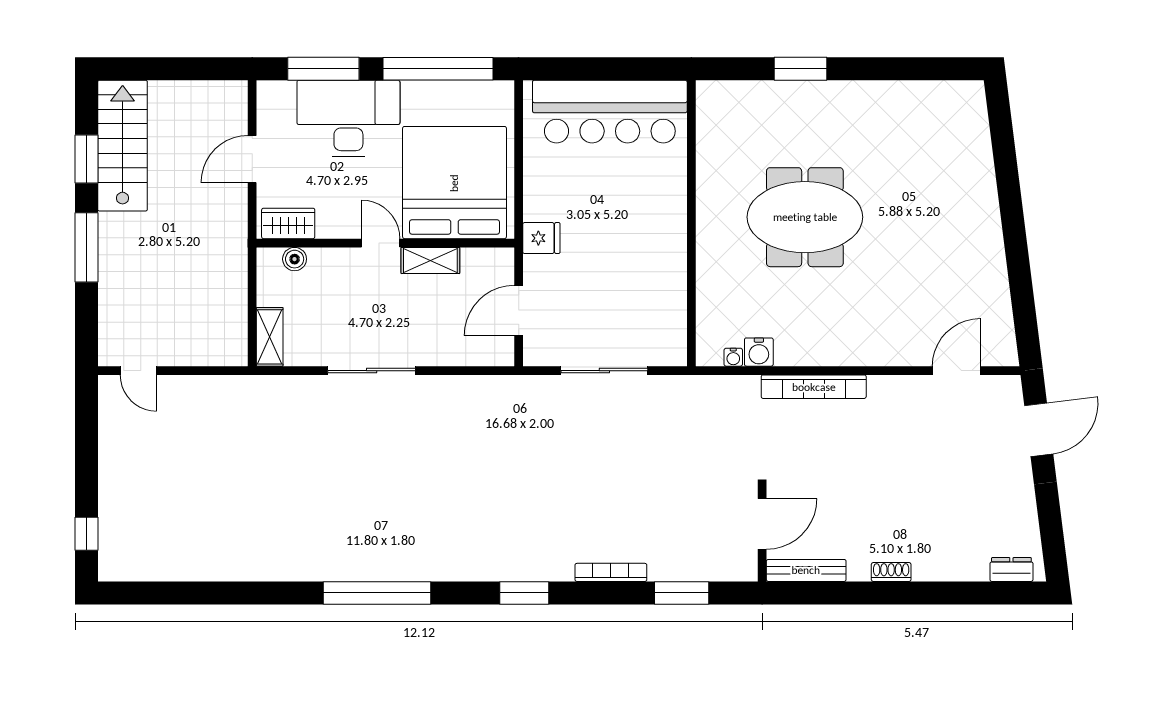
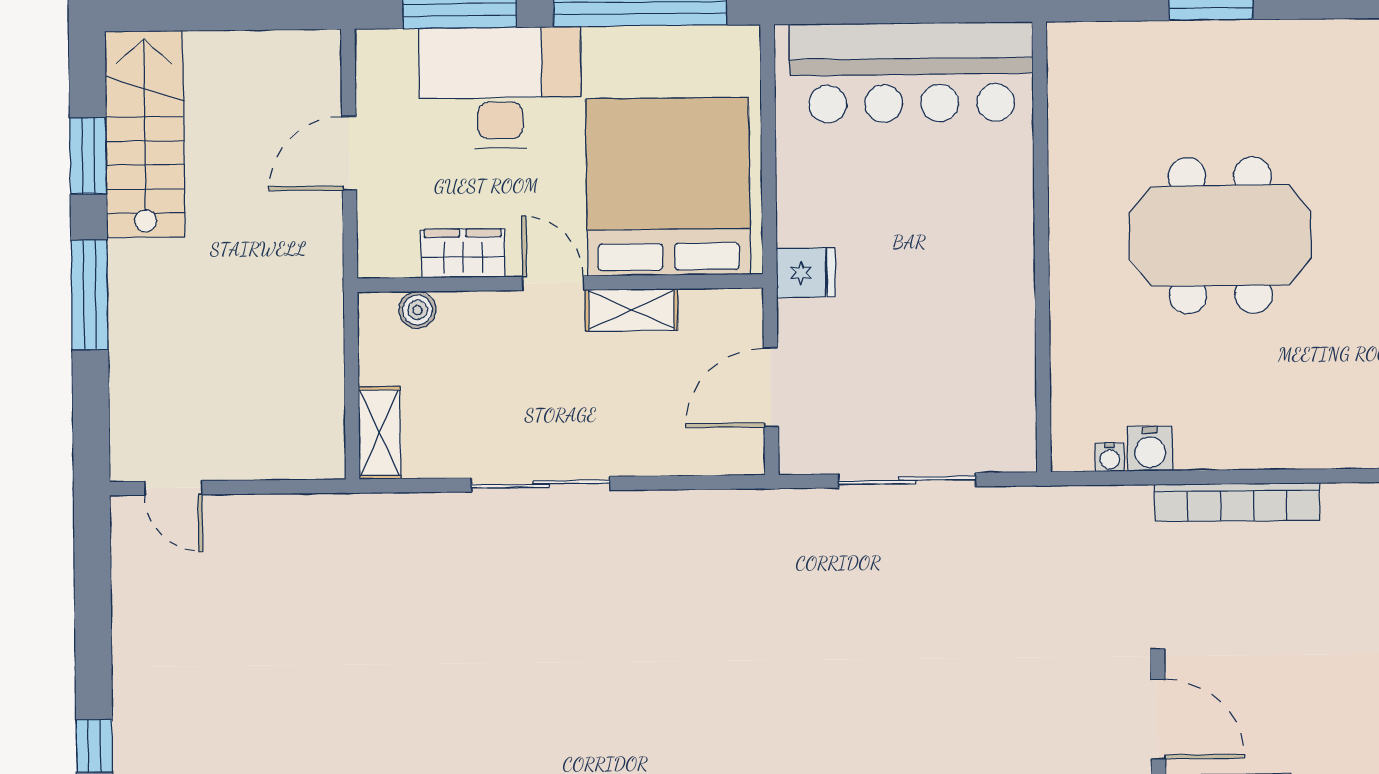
wardrobe: (288, 223) -> (463, 253), moved
door: (762, 524) -> (1158, 719), hinge flipped

